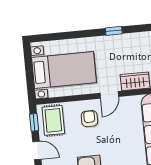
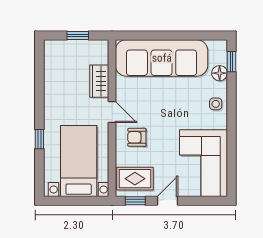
window: (114, 31) -> (39, 139), moved

